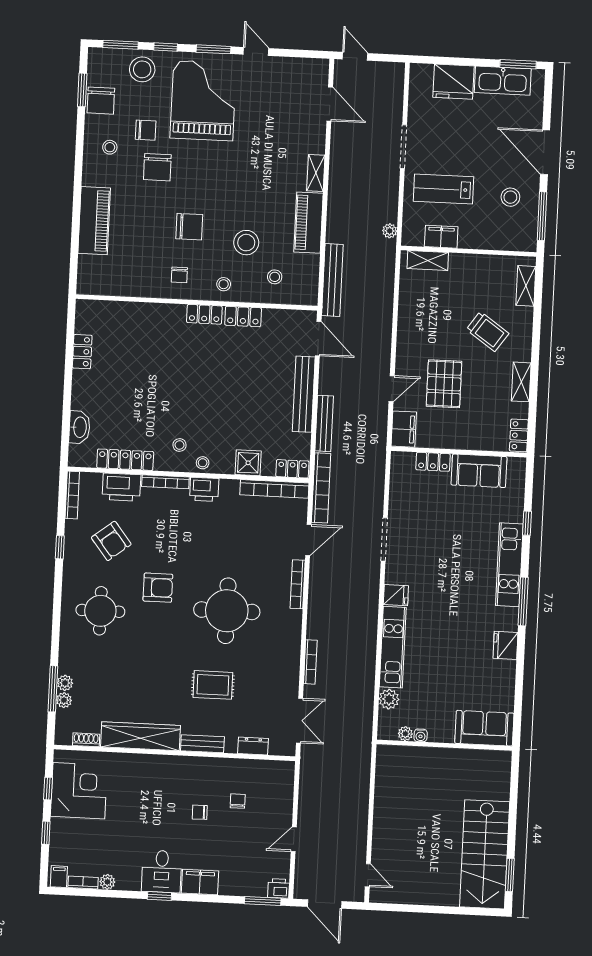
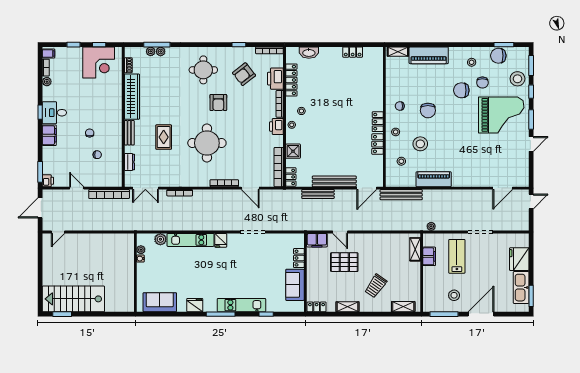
shelving: (316, 173) -> (398, 52), moved
bookcase: (321, 488) -> (109, 194), moved
sofa: (484, 728) -> (160, 302), moved, turned -90

